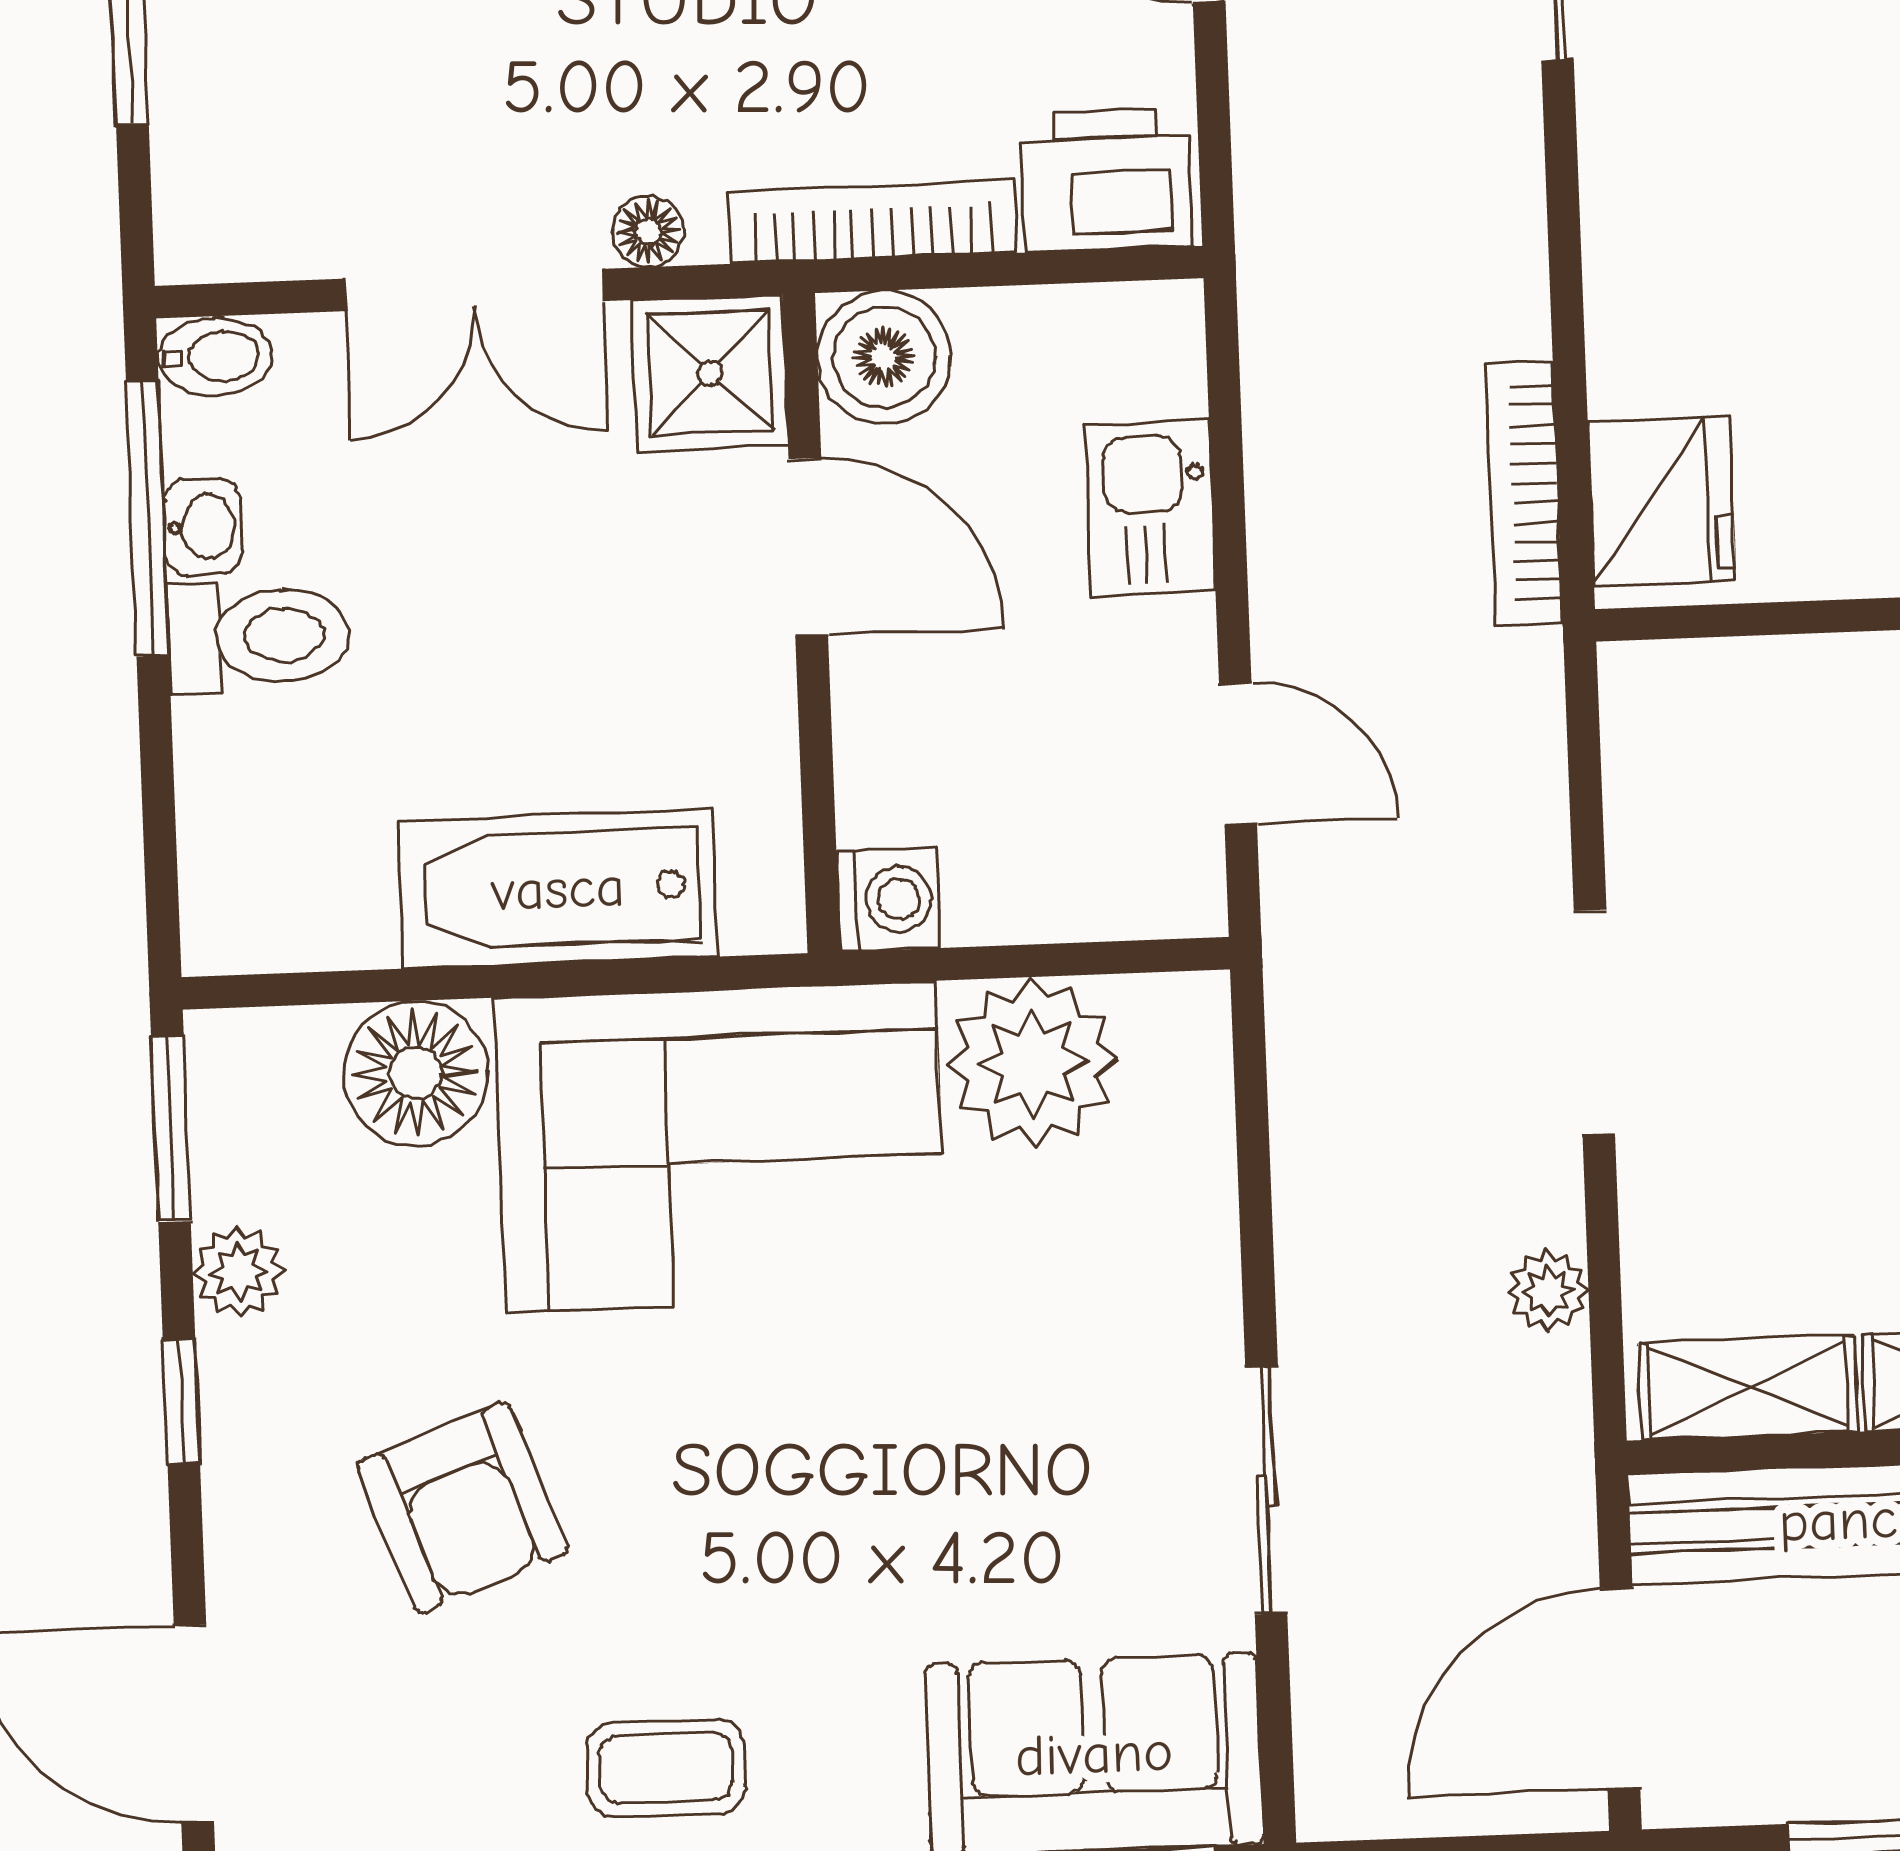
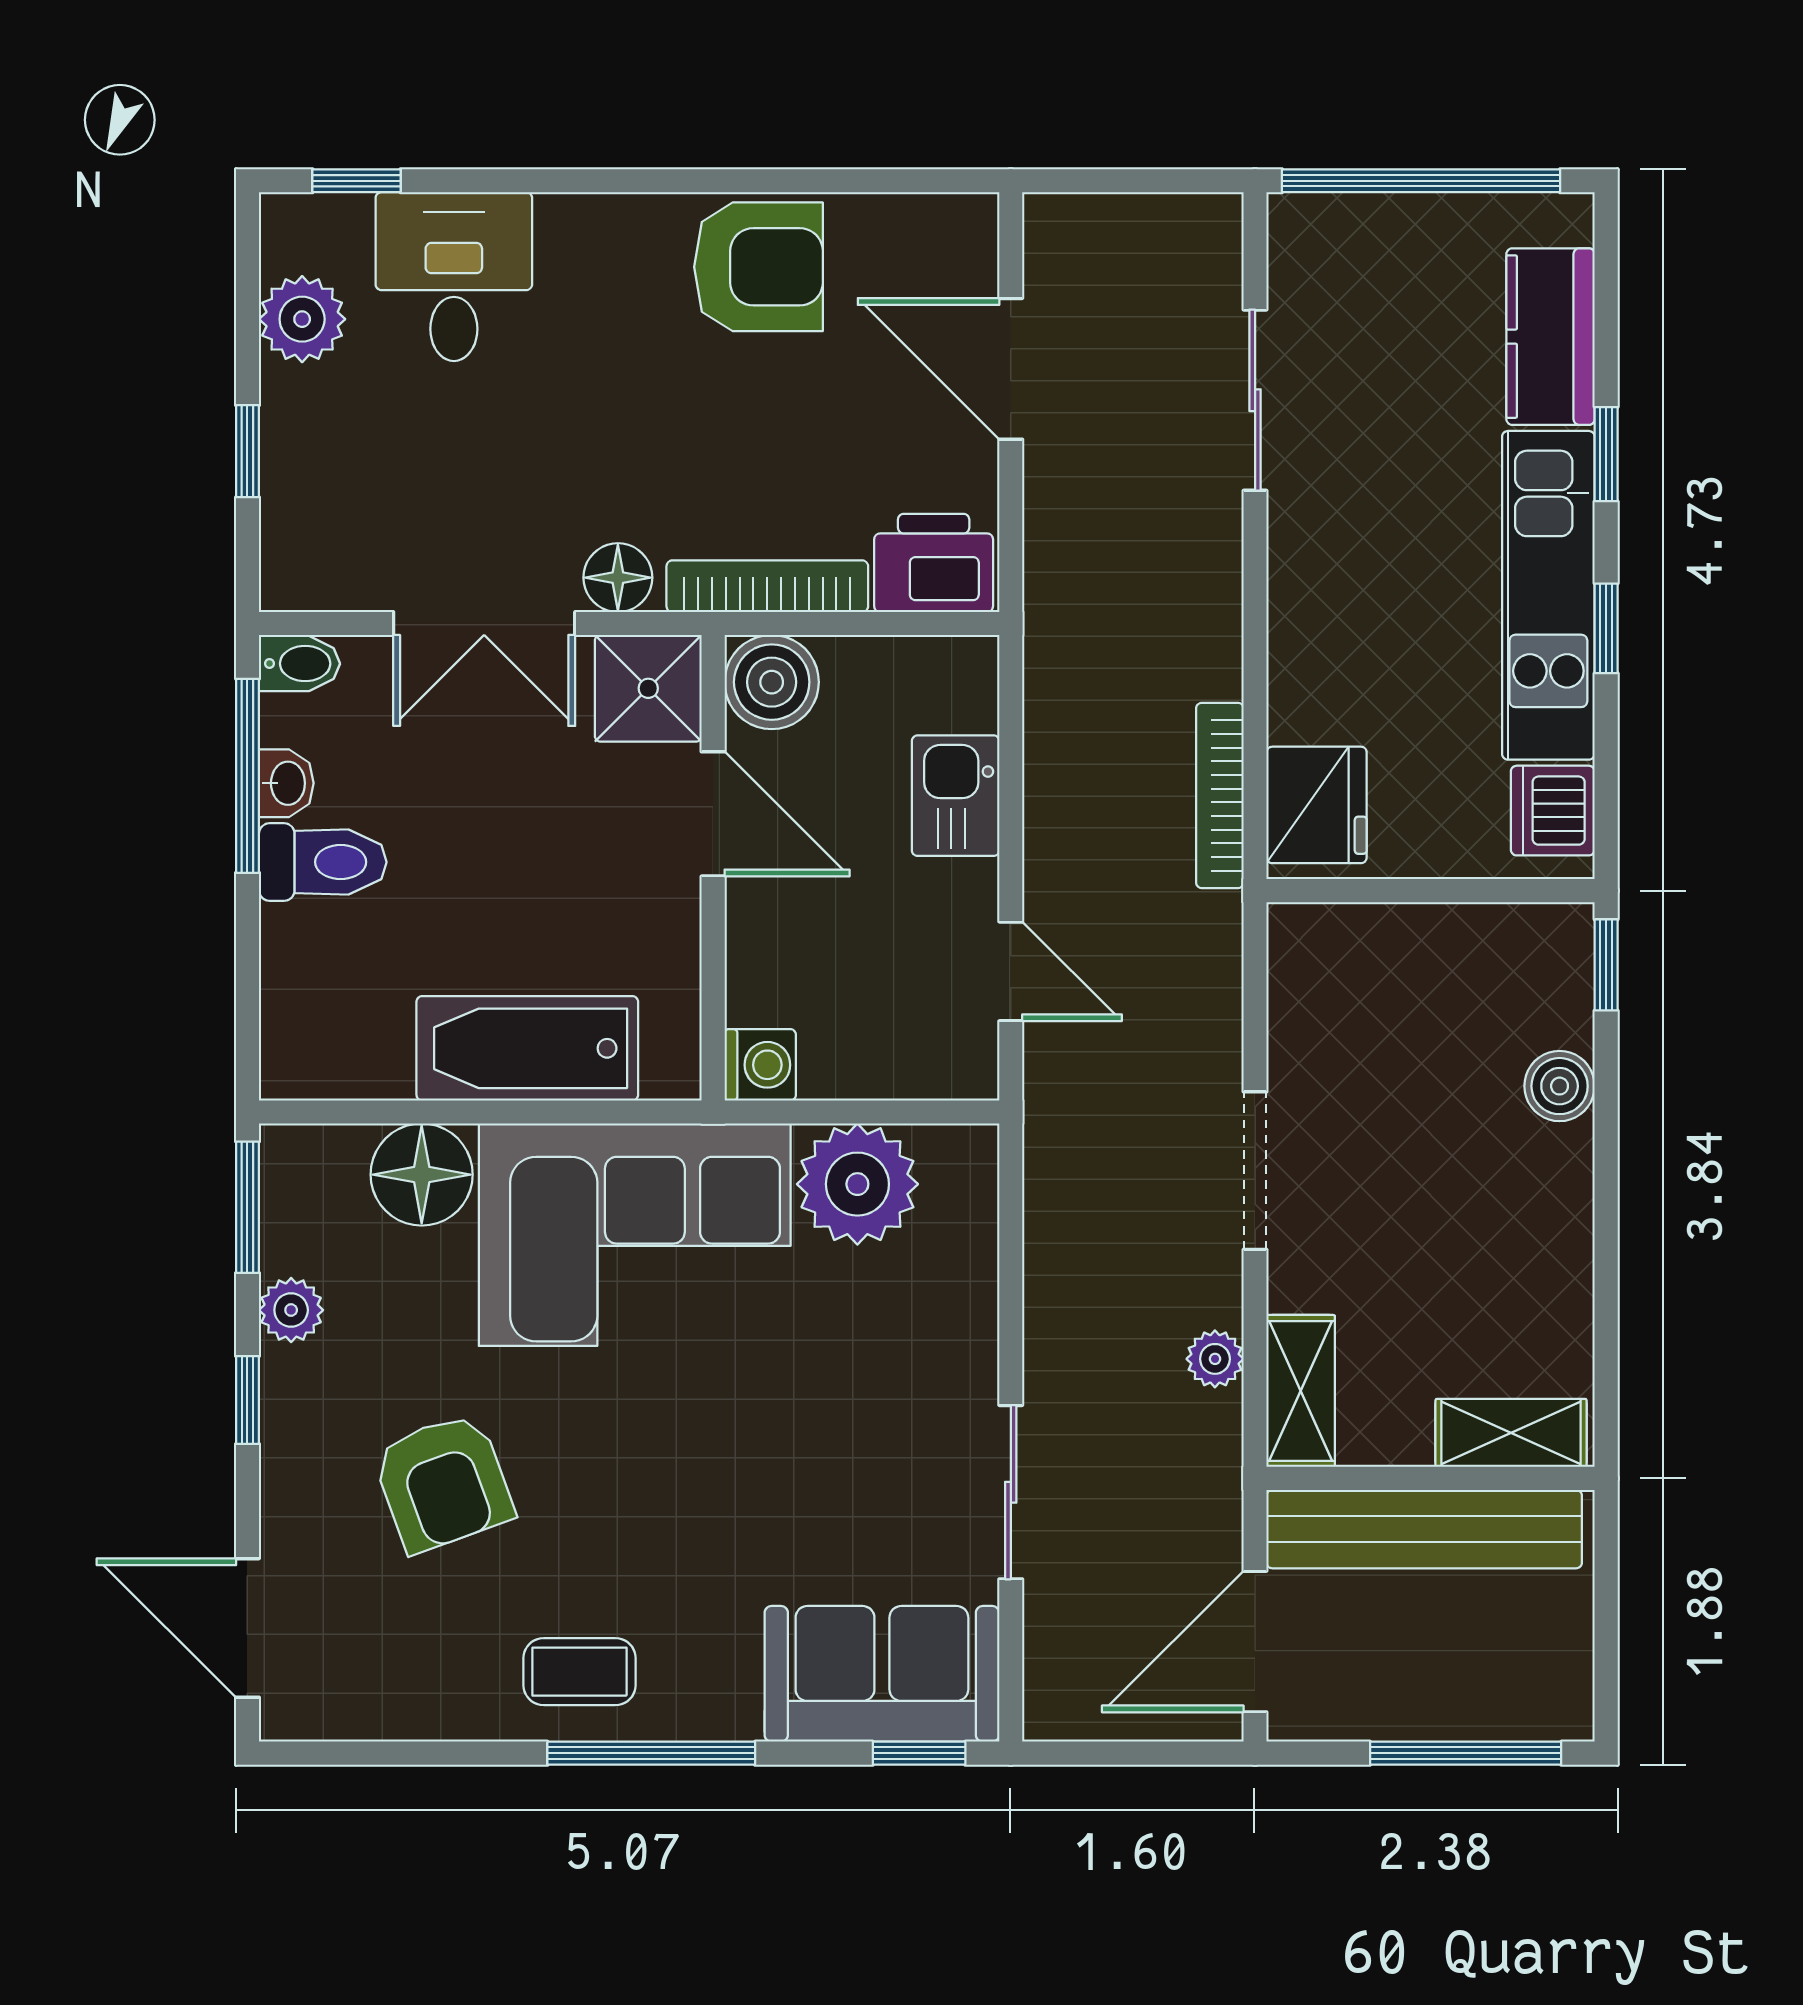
floor lamp: (648, 232) -> (618, 578), width x1.37, depth x1.37
shelving: (1748, 1388) -> (1301, 1391), moved, turned 90

